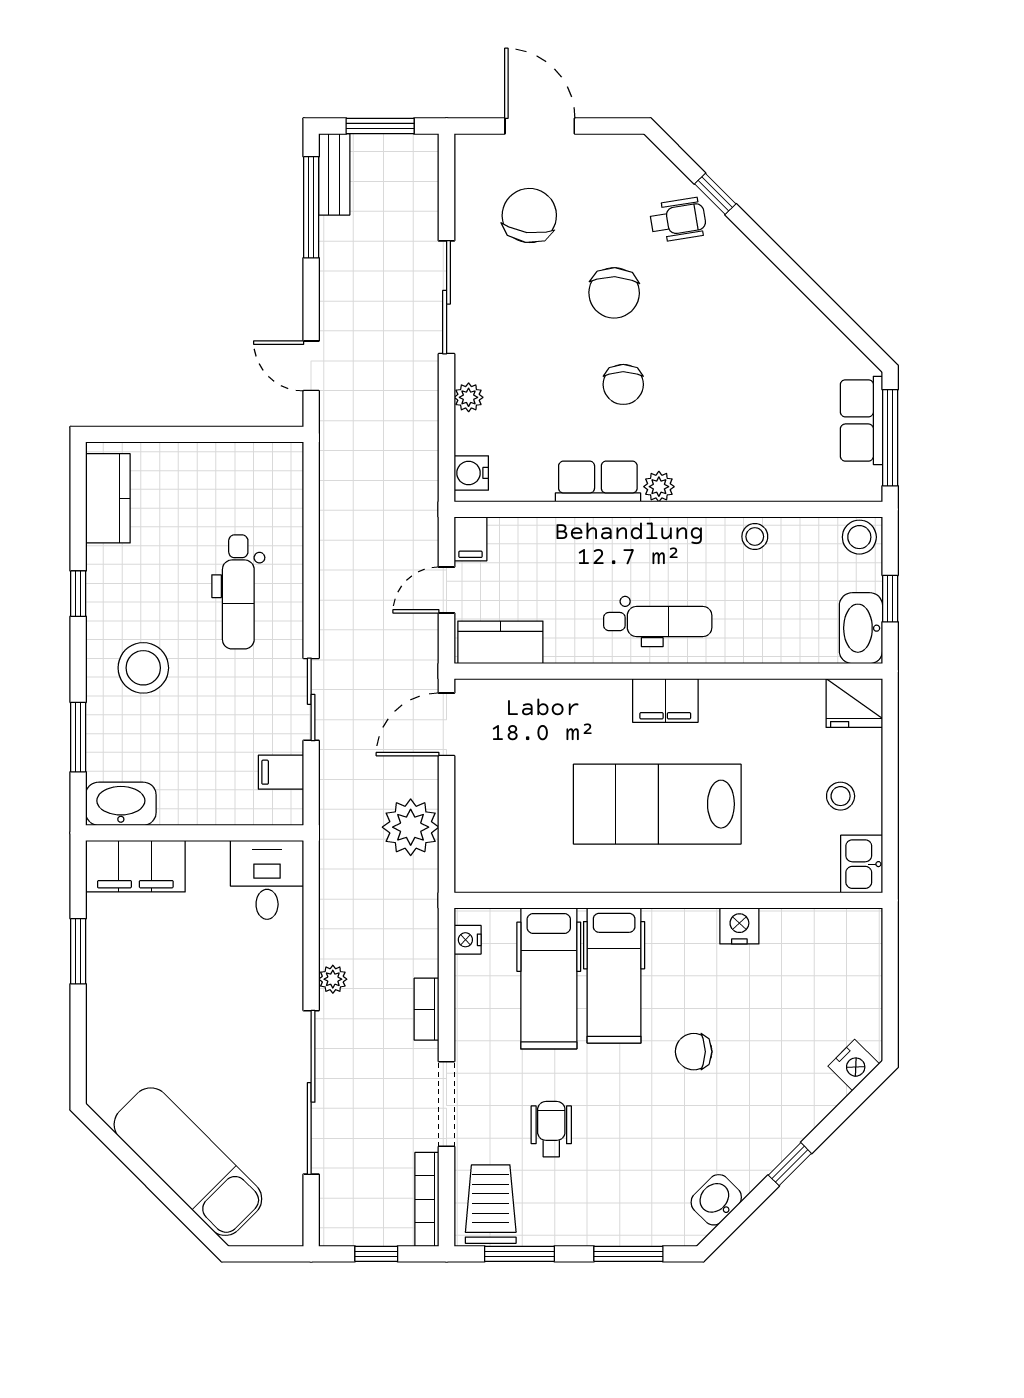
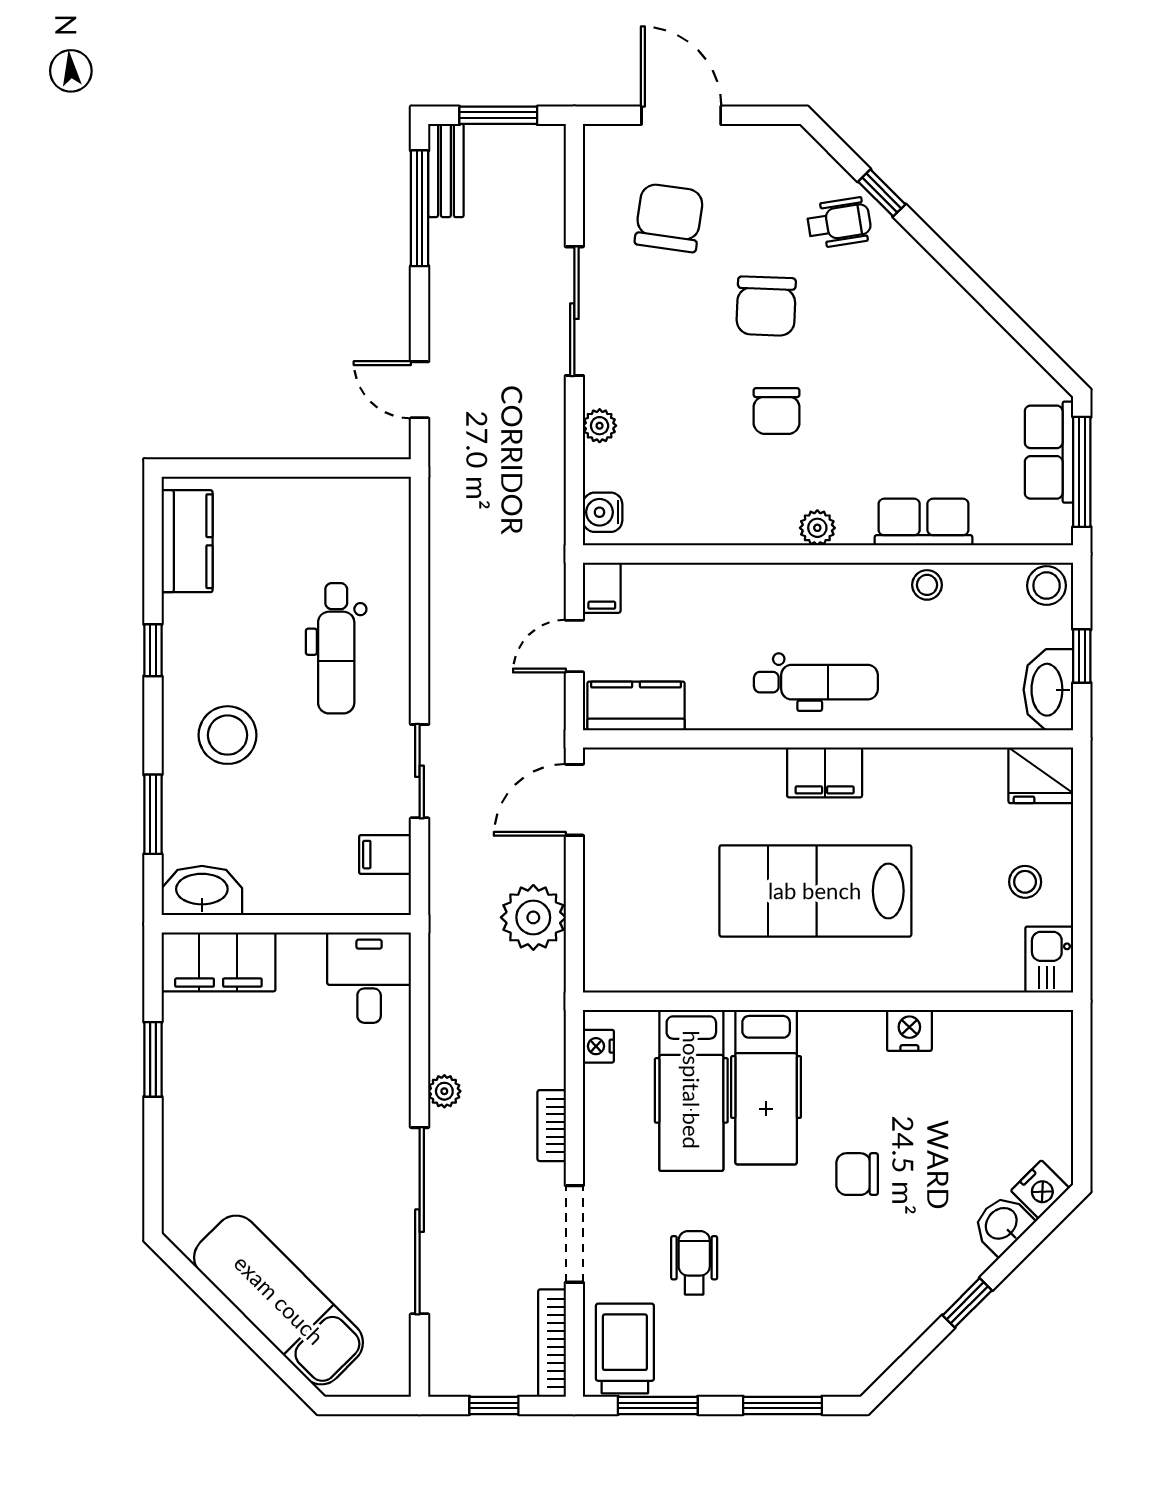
row of seats: (598, 482) -> (924, 522), moved
washbasin: (716, 1200) -> (1002, 1224), moved

